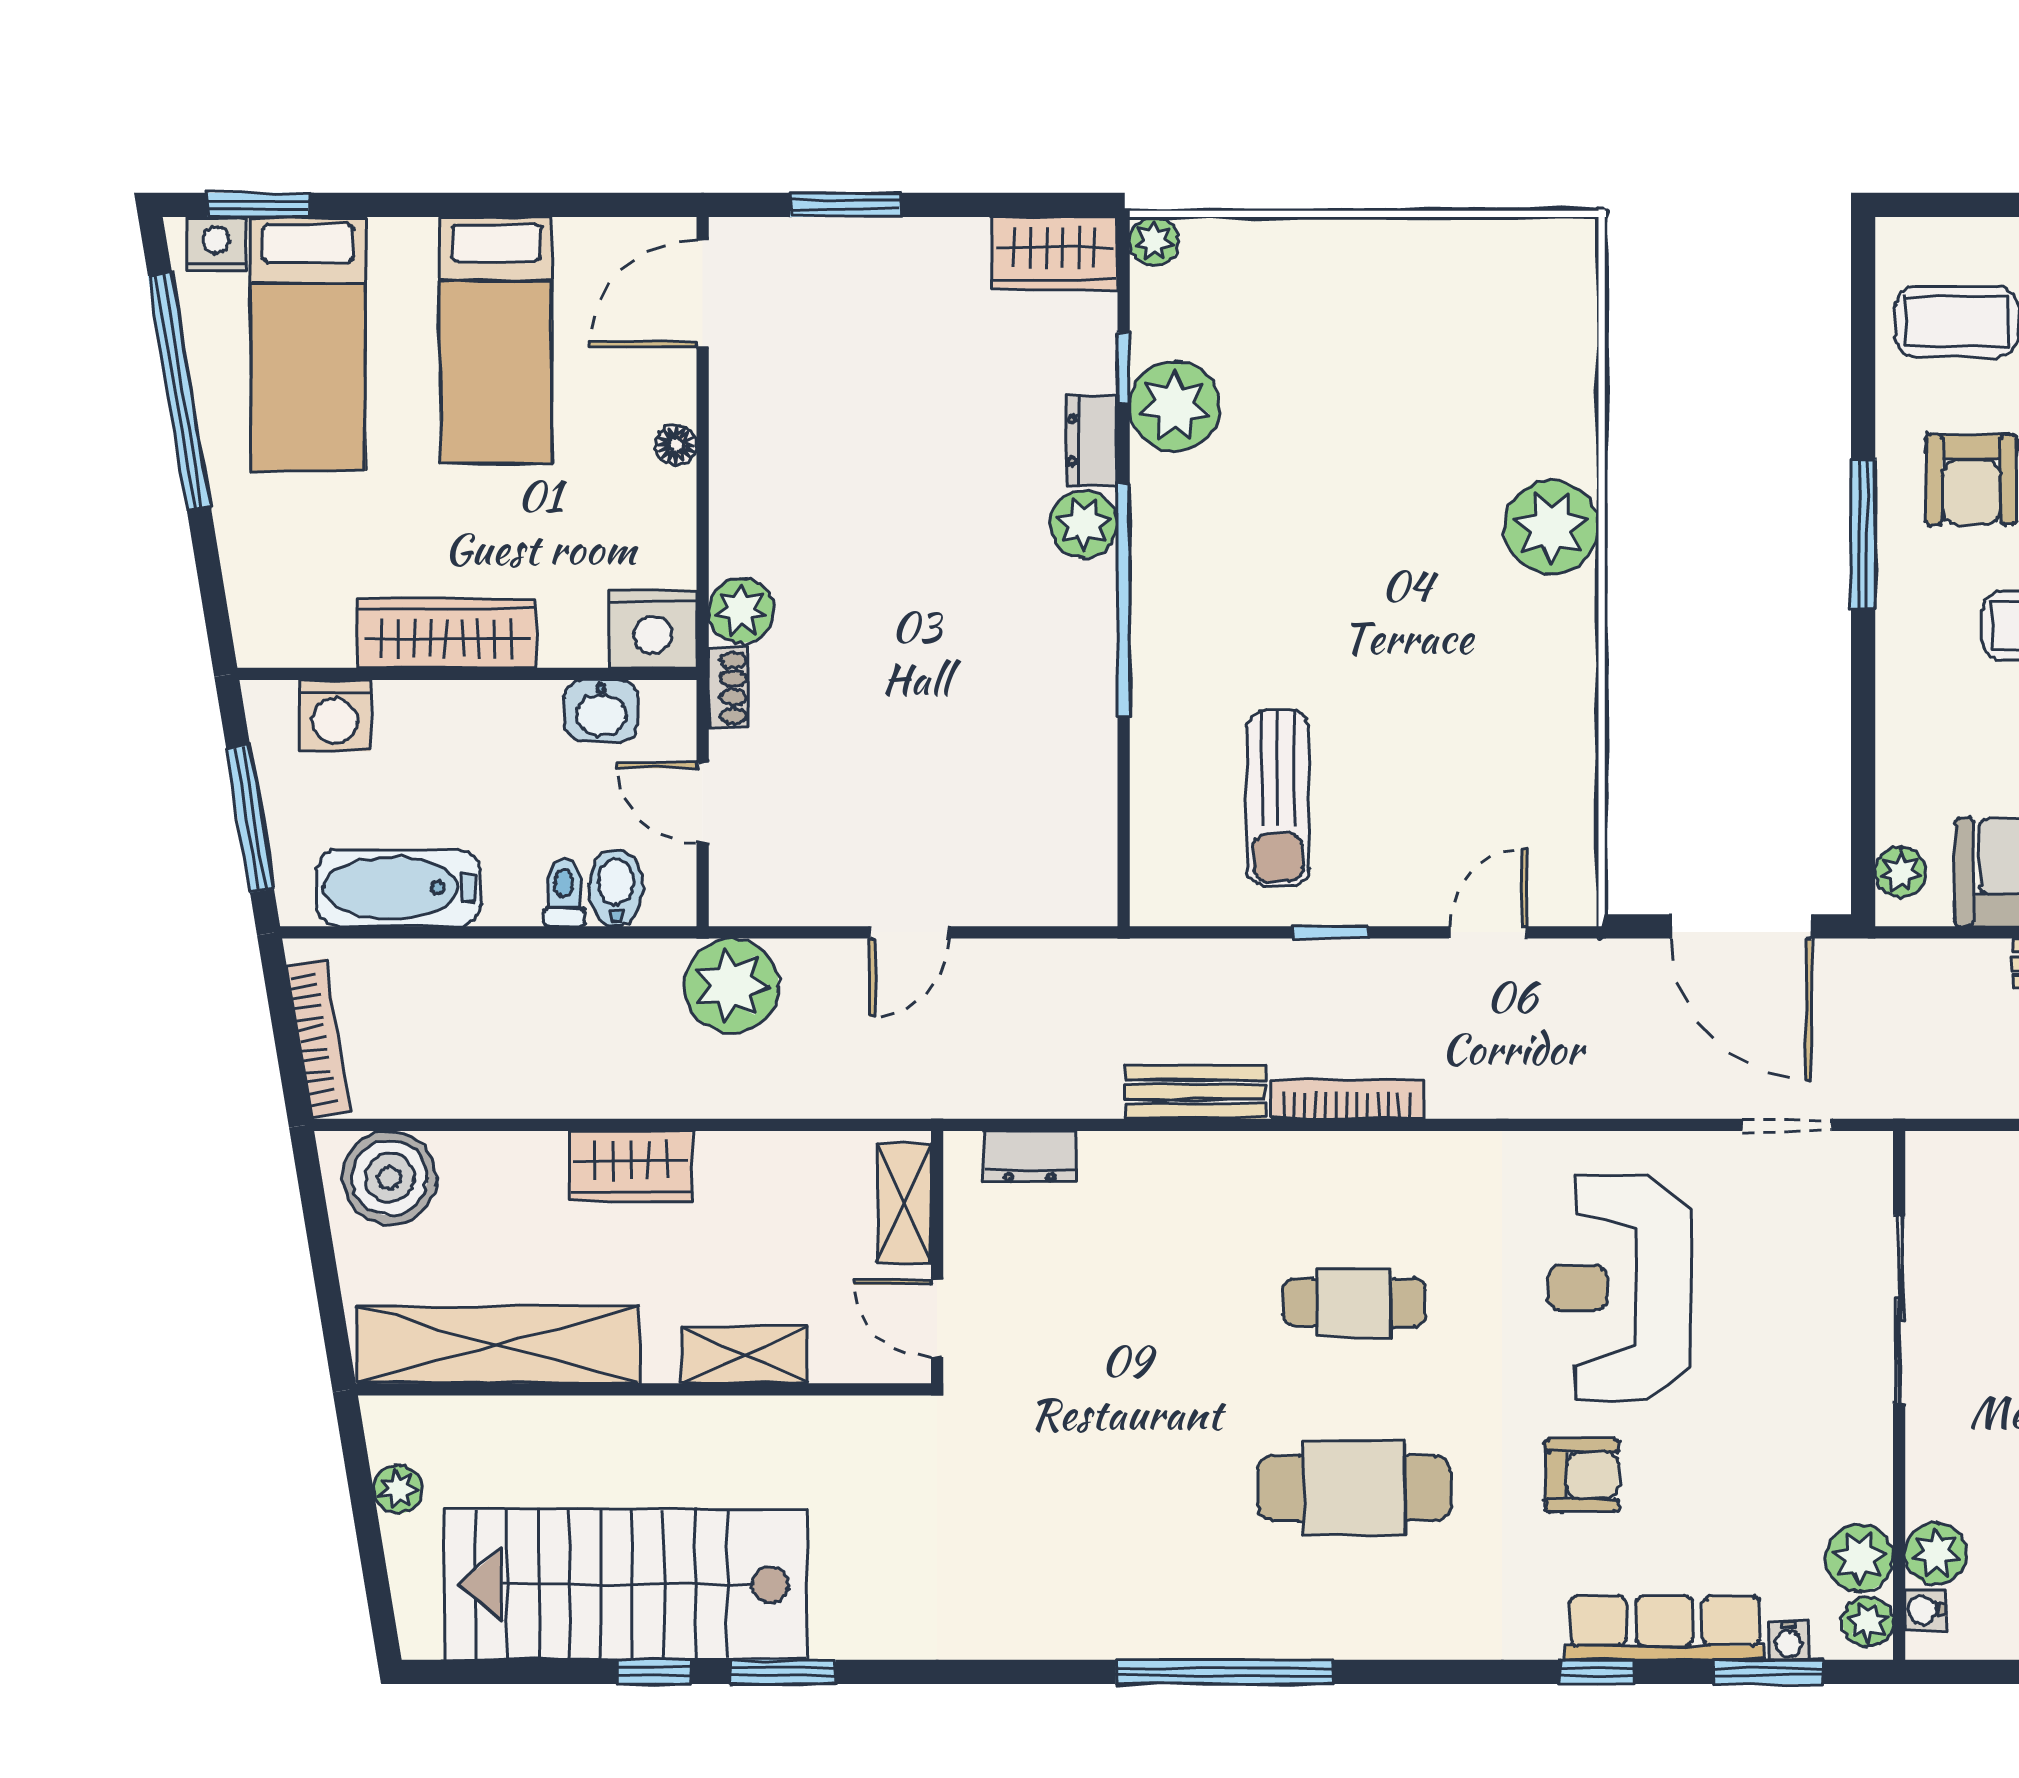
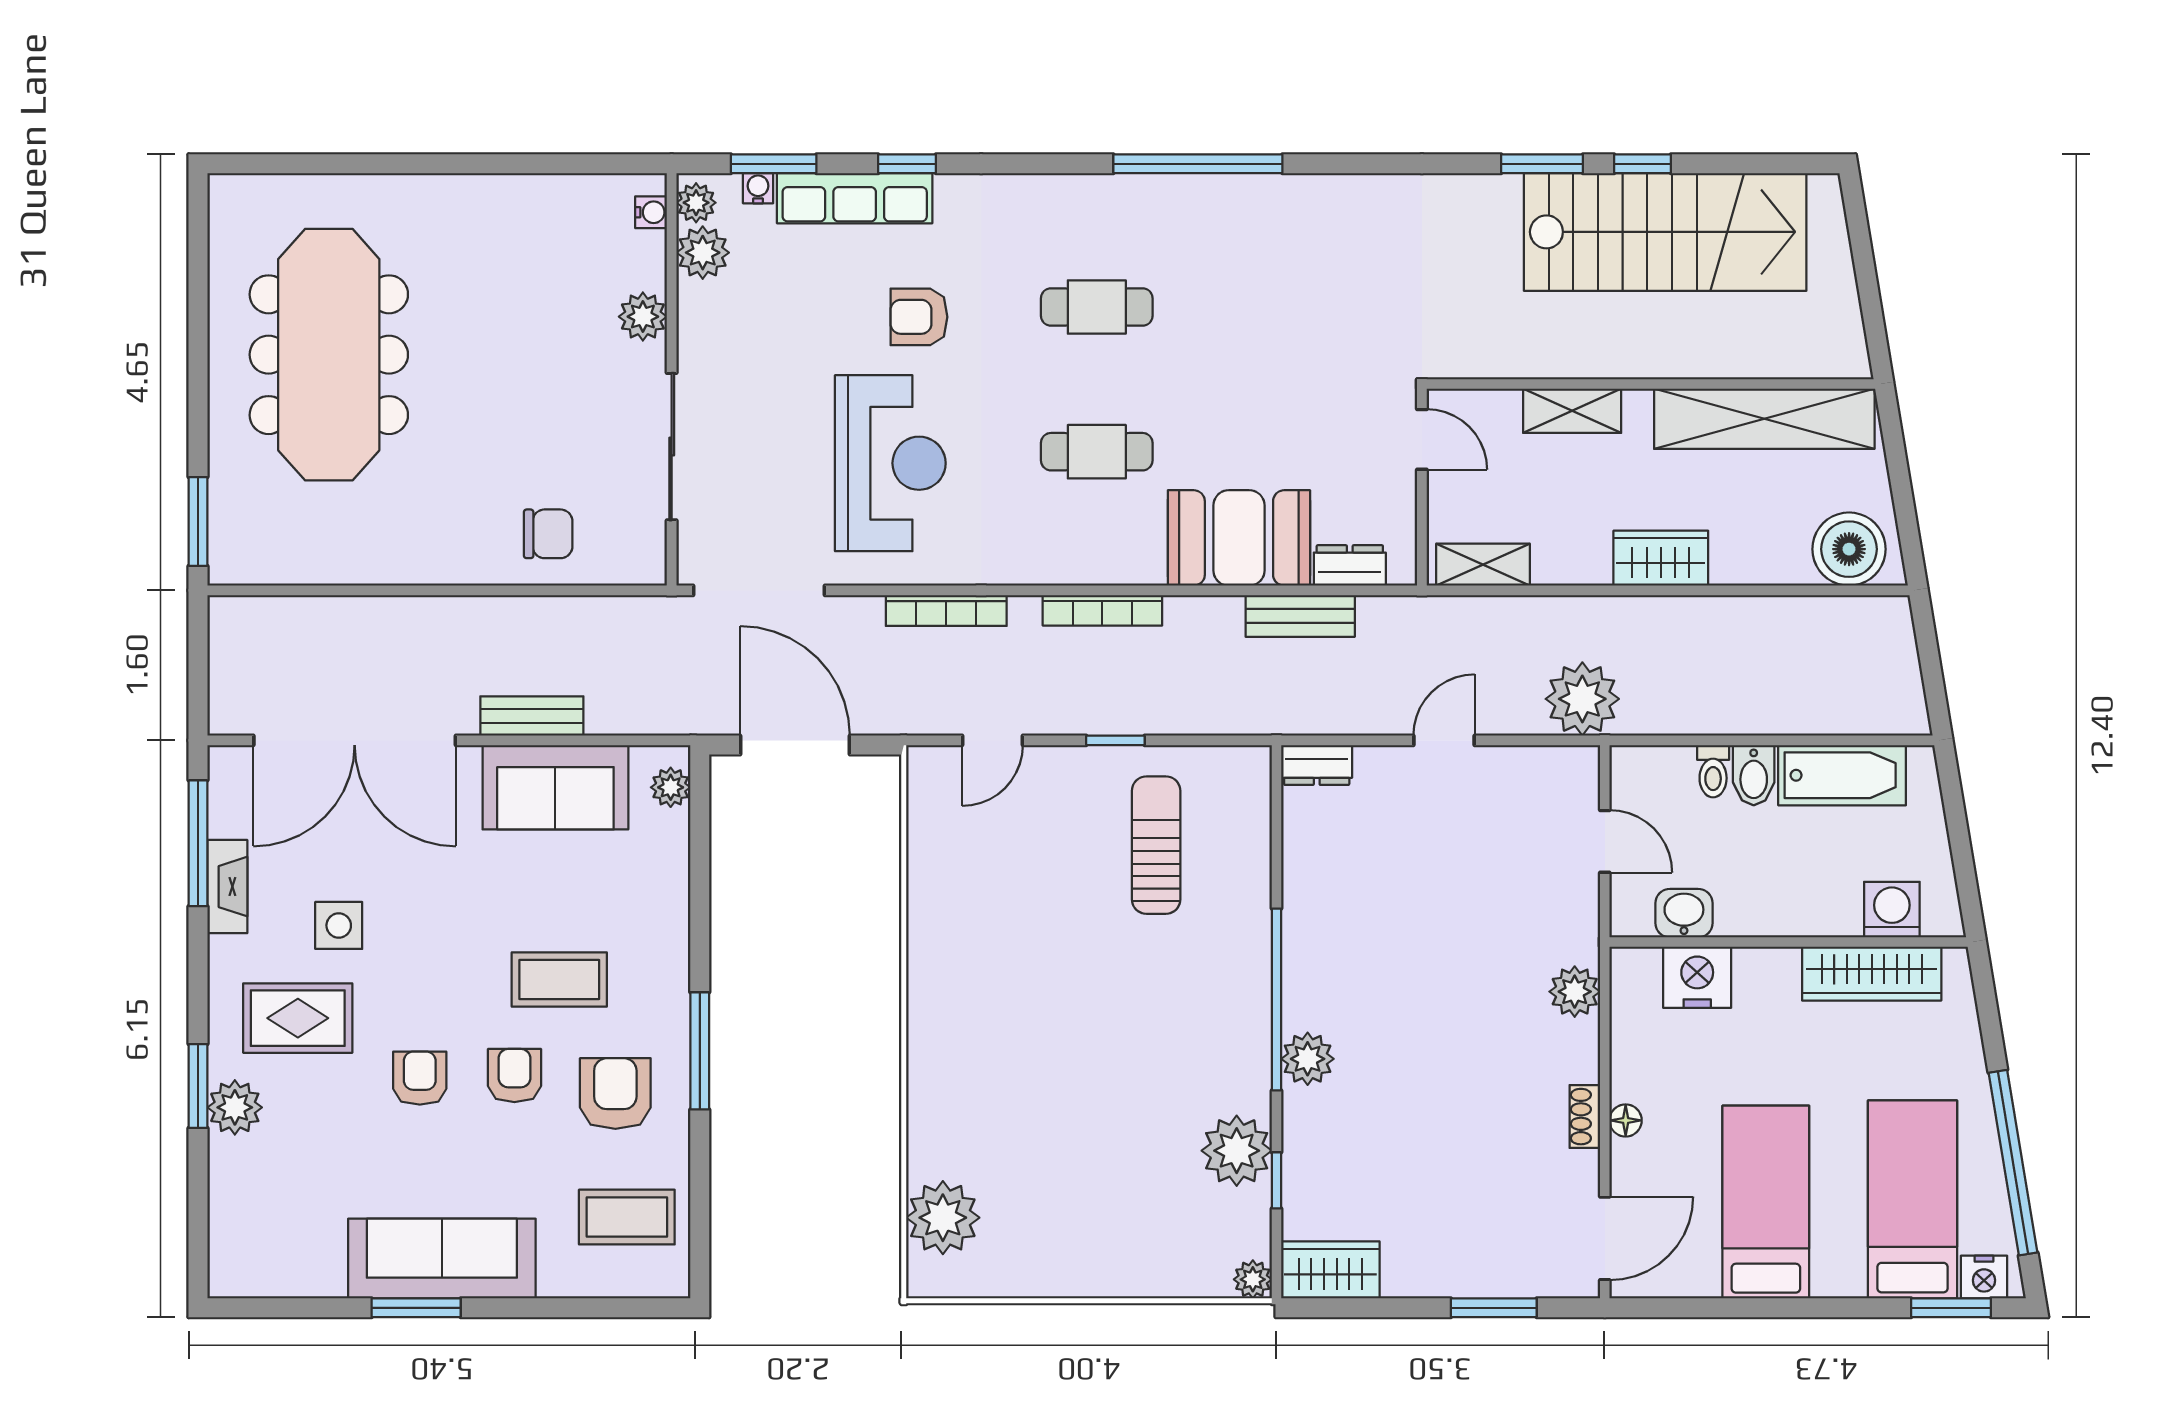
dresser: (1092, 440) -> (1317, 765), moved, turned 90
plant: (1551, 527) -> (943, 1218), moved
nightstand: (653, 629) -> (1697, 977), moved
wardrobe: (446, 633) -> (1872, 974), moved
shoe rack: (728, 688) -> (1585, 1117), moved
window: (250, 819) -> (1958, 829), removed
bidet: (616, 888) -> (1754, 775), moved
bookcase: (319, 1038) -> (946, 611), moved, turned -81
bench: (1195, 1092) -> (1300, 616), moved
doorway: (1787, 1125) -> (759, 590), width x1.88
booth: (1172, 1192) -> (1239, 538), added
shelving: (904, 1204) -> (1483, 565), moved, turned 90
cafe table: (1354, 1488) -> (1097, 307), width x0.73, depth x0.74
plant: (398, 1489) -> (1842, 306), removed
plant: (1936, 1553) -> (643, 317), moved

